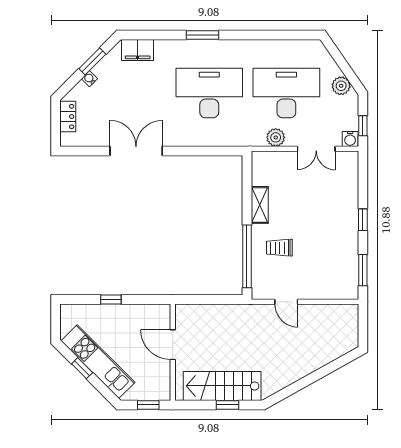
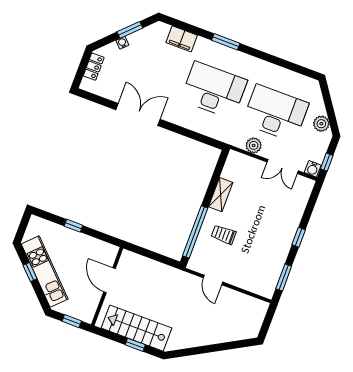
filing cabinet: (138, 50) -> (182, 39), moved

